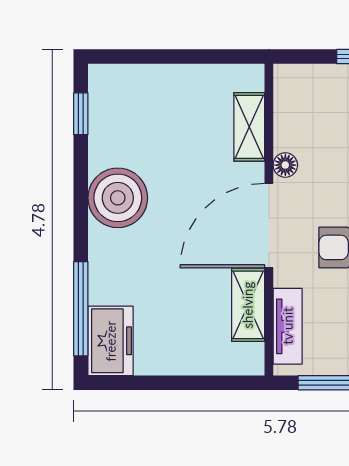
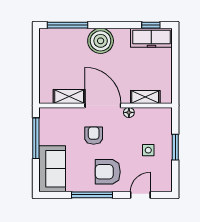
boiler: (118, 198) -> (101, 41), moved
tv unit: (288, 326) -> (60, 113), removed
freezer: (111, 341) -> (151, 38), moved, width x1.40

